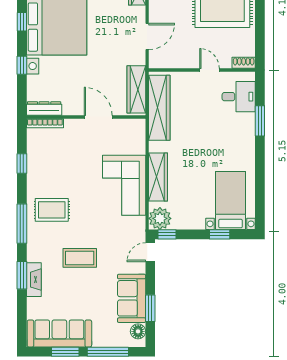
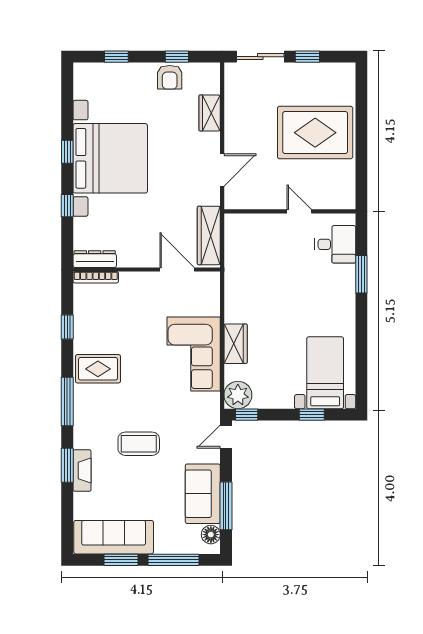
shoe rack: (244, 63) -> (341, 203), removed
wardrobe: (159, 108) -> (237, 258), removed
door: (98, 117) -> (177, 269), moved
wardrobe: (158, 177) -> (236, 344), width x0.67
rug: (52, 210) -> (98, 369), moved
window: (150, 308) -> (226, 506), width x1.44

